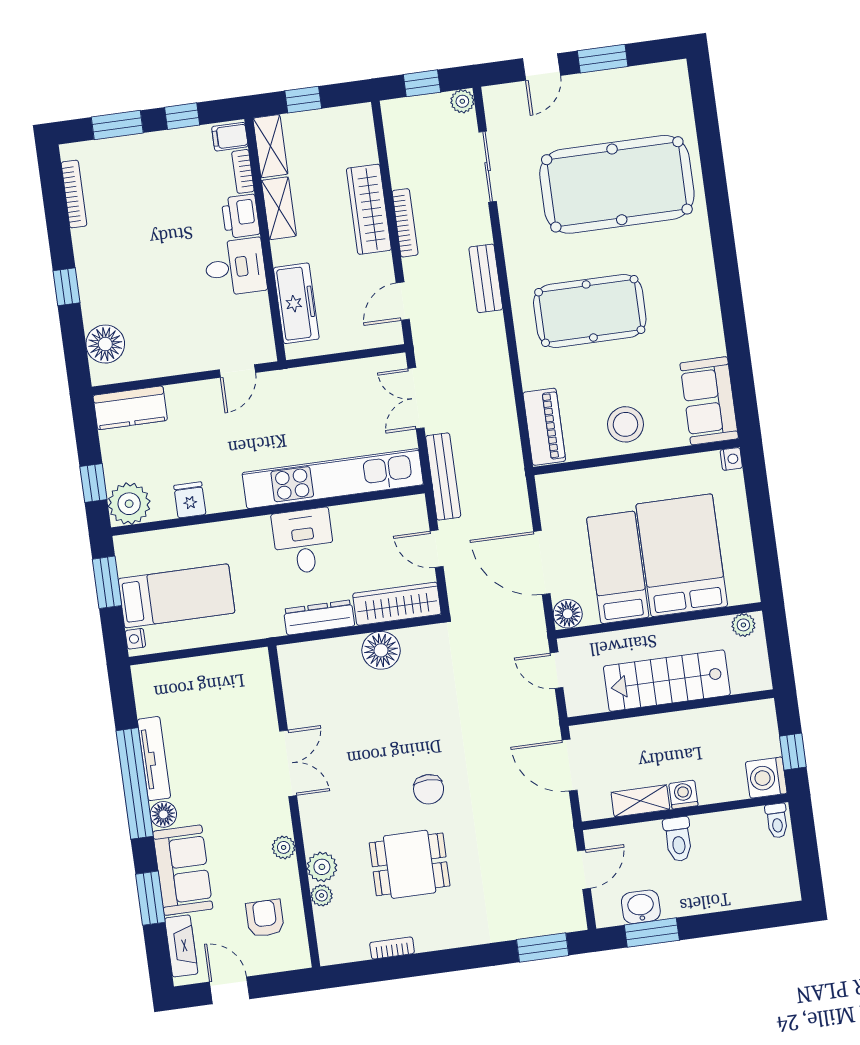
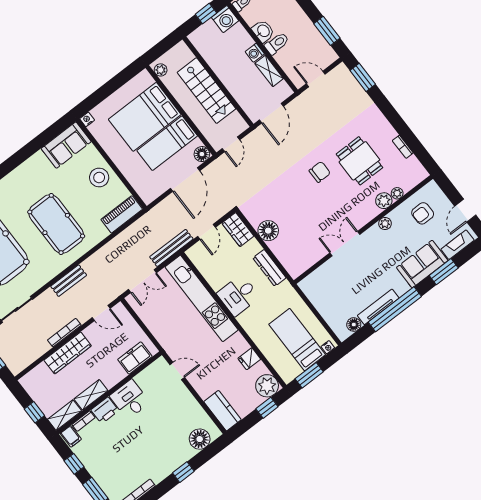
freezer: (296, 303) -> (135, 358), width x0.71
wardrobe: (397, 604) -> (238, 230), width x0.67
floor lamp: (163, 814) -> (354, 325), moved
washbasin: (641, 907) -> (263, 31), moved, turned 180

